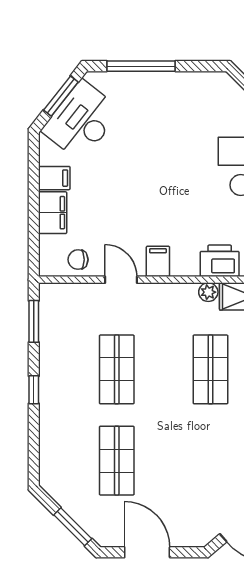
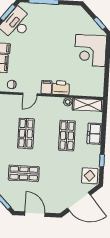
printer: (220, 261) -> (61, 88), moved
door: (121, 280) -> (30, 94), swing flipped
shop shelf: (117, 461) -> (24, 173), turned 90

